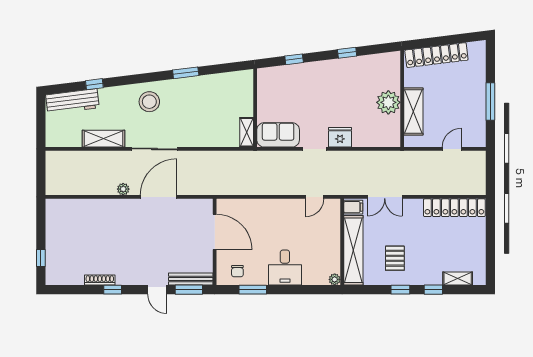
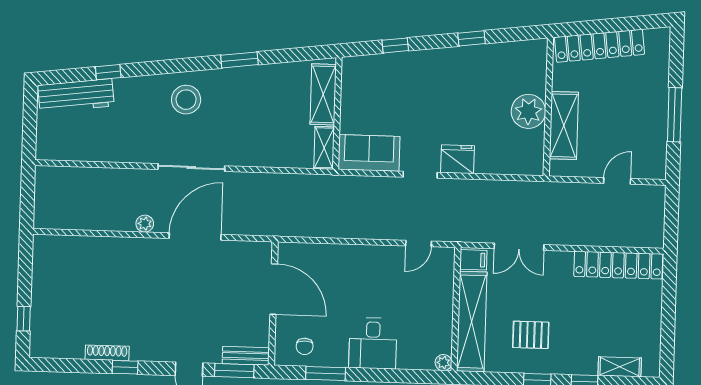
shelving: (104, 139) -> (323, 94), moved, turned 90
pallet: (395, 258) -> (531, 335), turned 90
bench: (191, 279) -> (246, 356), width x0.73

